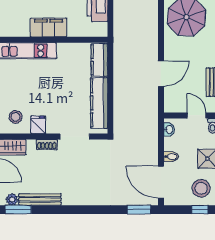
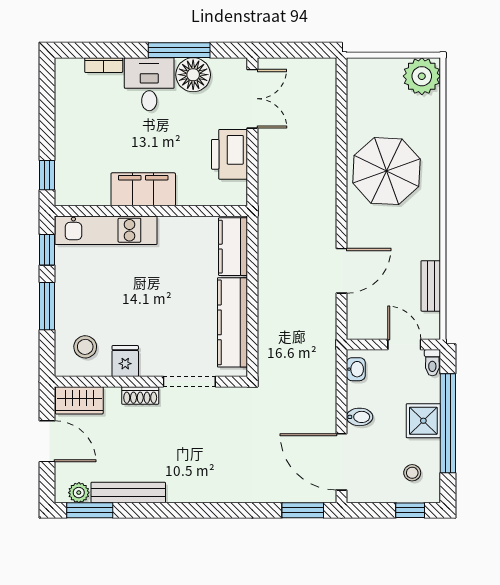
stool: (201, 188) -> (412, 473), width x0.53, depth x0.53

